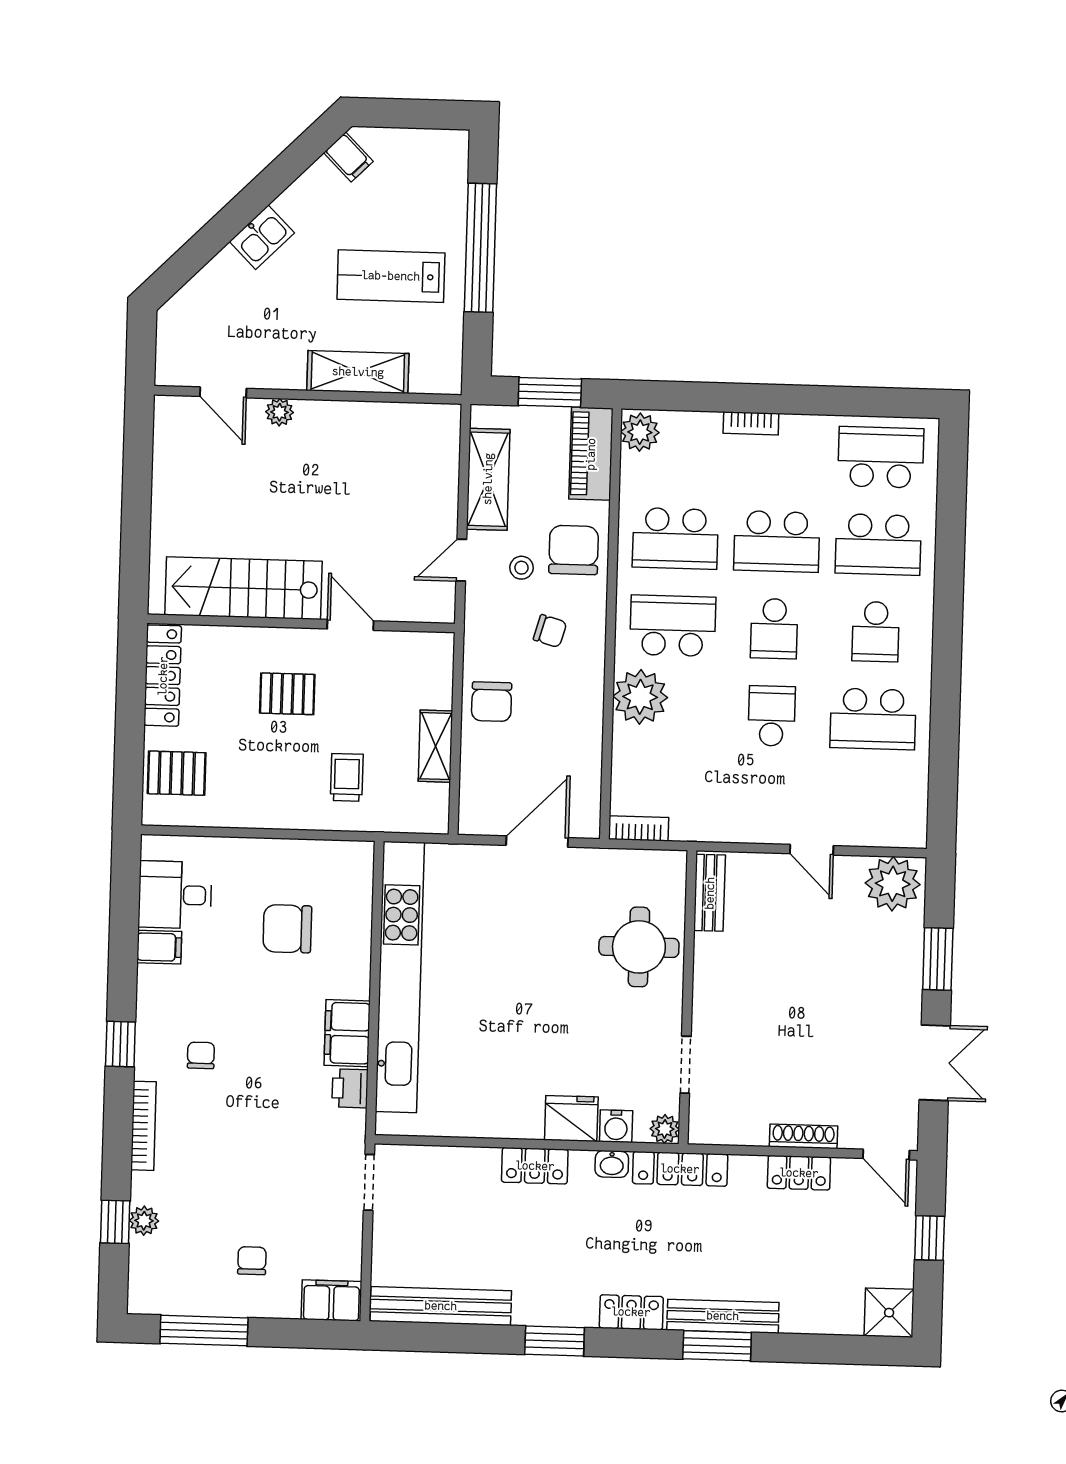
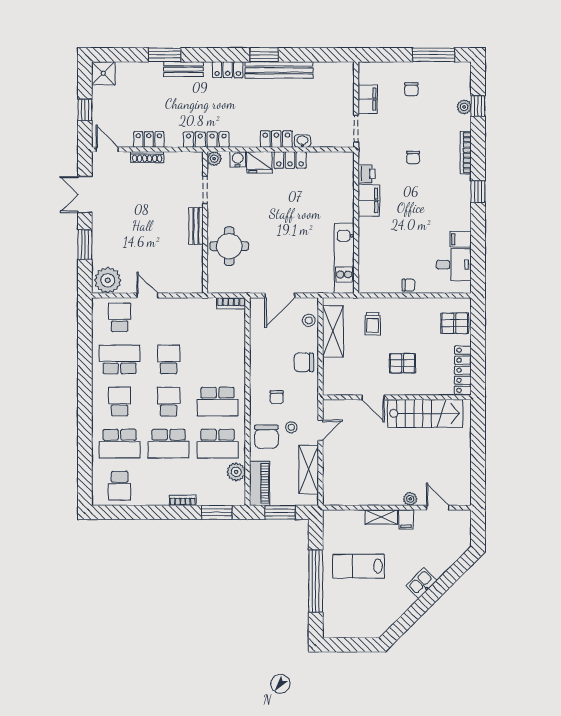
filing cabinet: (348, 157) -> (406, 519), moved, turned -135
lab bench: (391, 276) -> (358, 566), turned 180
shelving: (358, 372) -> (381, 517), width x0.67, depth x0.75
window: (681, 396) -> (217, 512), added
plant: (640, 432) -> (236, 472), moved
school desk: (881, 457) -> (120, 486), width x0.54
school desk: (675, 538) -> (218, 444), turned 180
school desk: (777, 541) -> (169, 444), turned 180
school desk: (878, 544) -> (120, 444), turned 180
chair: (550, 631) -> (277, 397), turned -106
plant: (640, 697) -> (232, 367), removed
chair: (492, 702) -> (304, 362), turned -90
school desk: (772, 716) -> (169, 359), turned 180
shelving: (435, 746) -> (333, 331), width x1.50, depth x1.33
stool: (479, 788) -> (309, 320), added
school desk: (870, 806) -> (120, 317), added
bench: (710, 893) -> (196, 226), moved
chair: (287, 929) -> (408, 285), moved, width x0.54, depth x0.54
kitchen unit: (400, 977) -> (344, 258), width x0.54
chair: (201, 1055) -> (413, 158), moved
locker: (508, 1122) -> (290, 160), added
washbasin: (612, 1164) -> (302, 141), moved
filing cabinet: (331, 1300) -> (368, 99), moved, turned -90
bench: (441, 1306) -> (279, 70), moved
bench: (723, 1316) -> (183, 69), width x0.73
window: (717, 1346) -> (165, 55), moved

